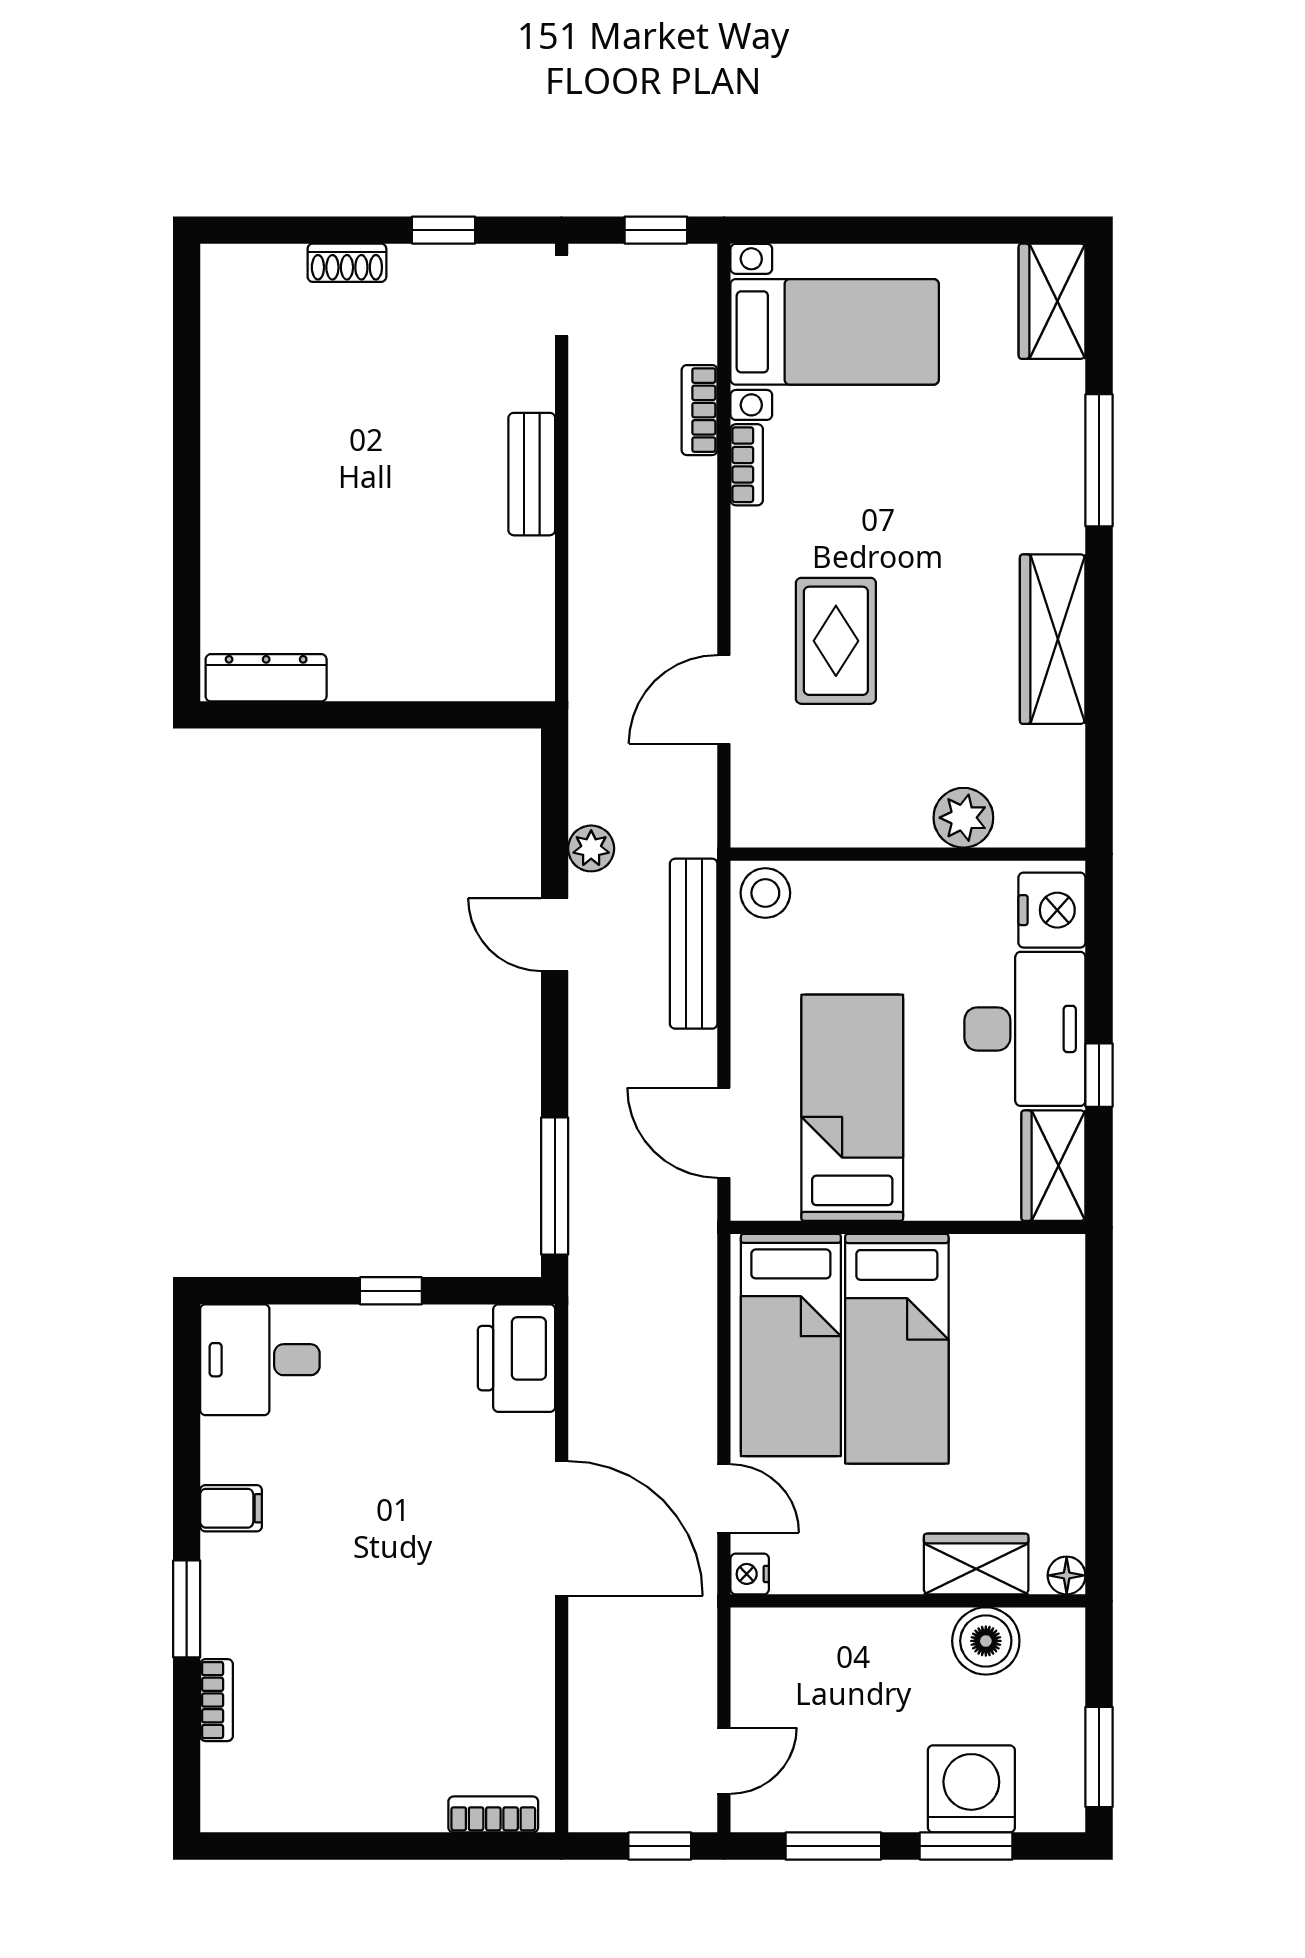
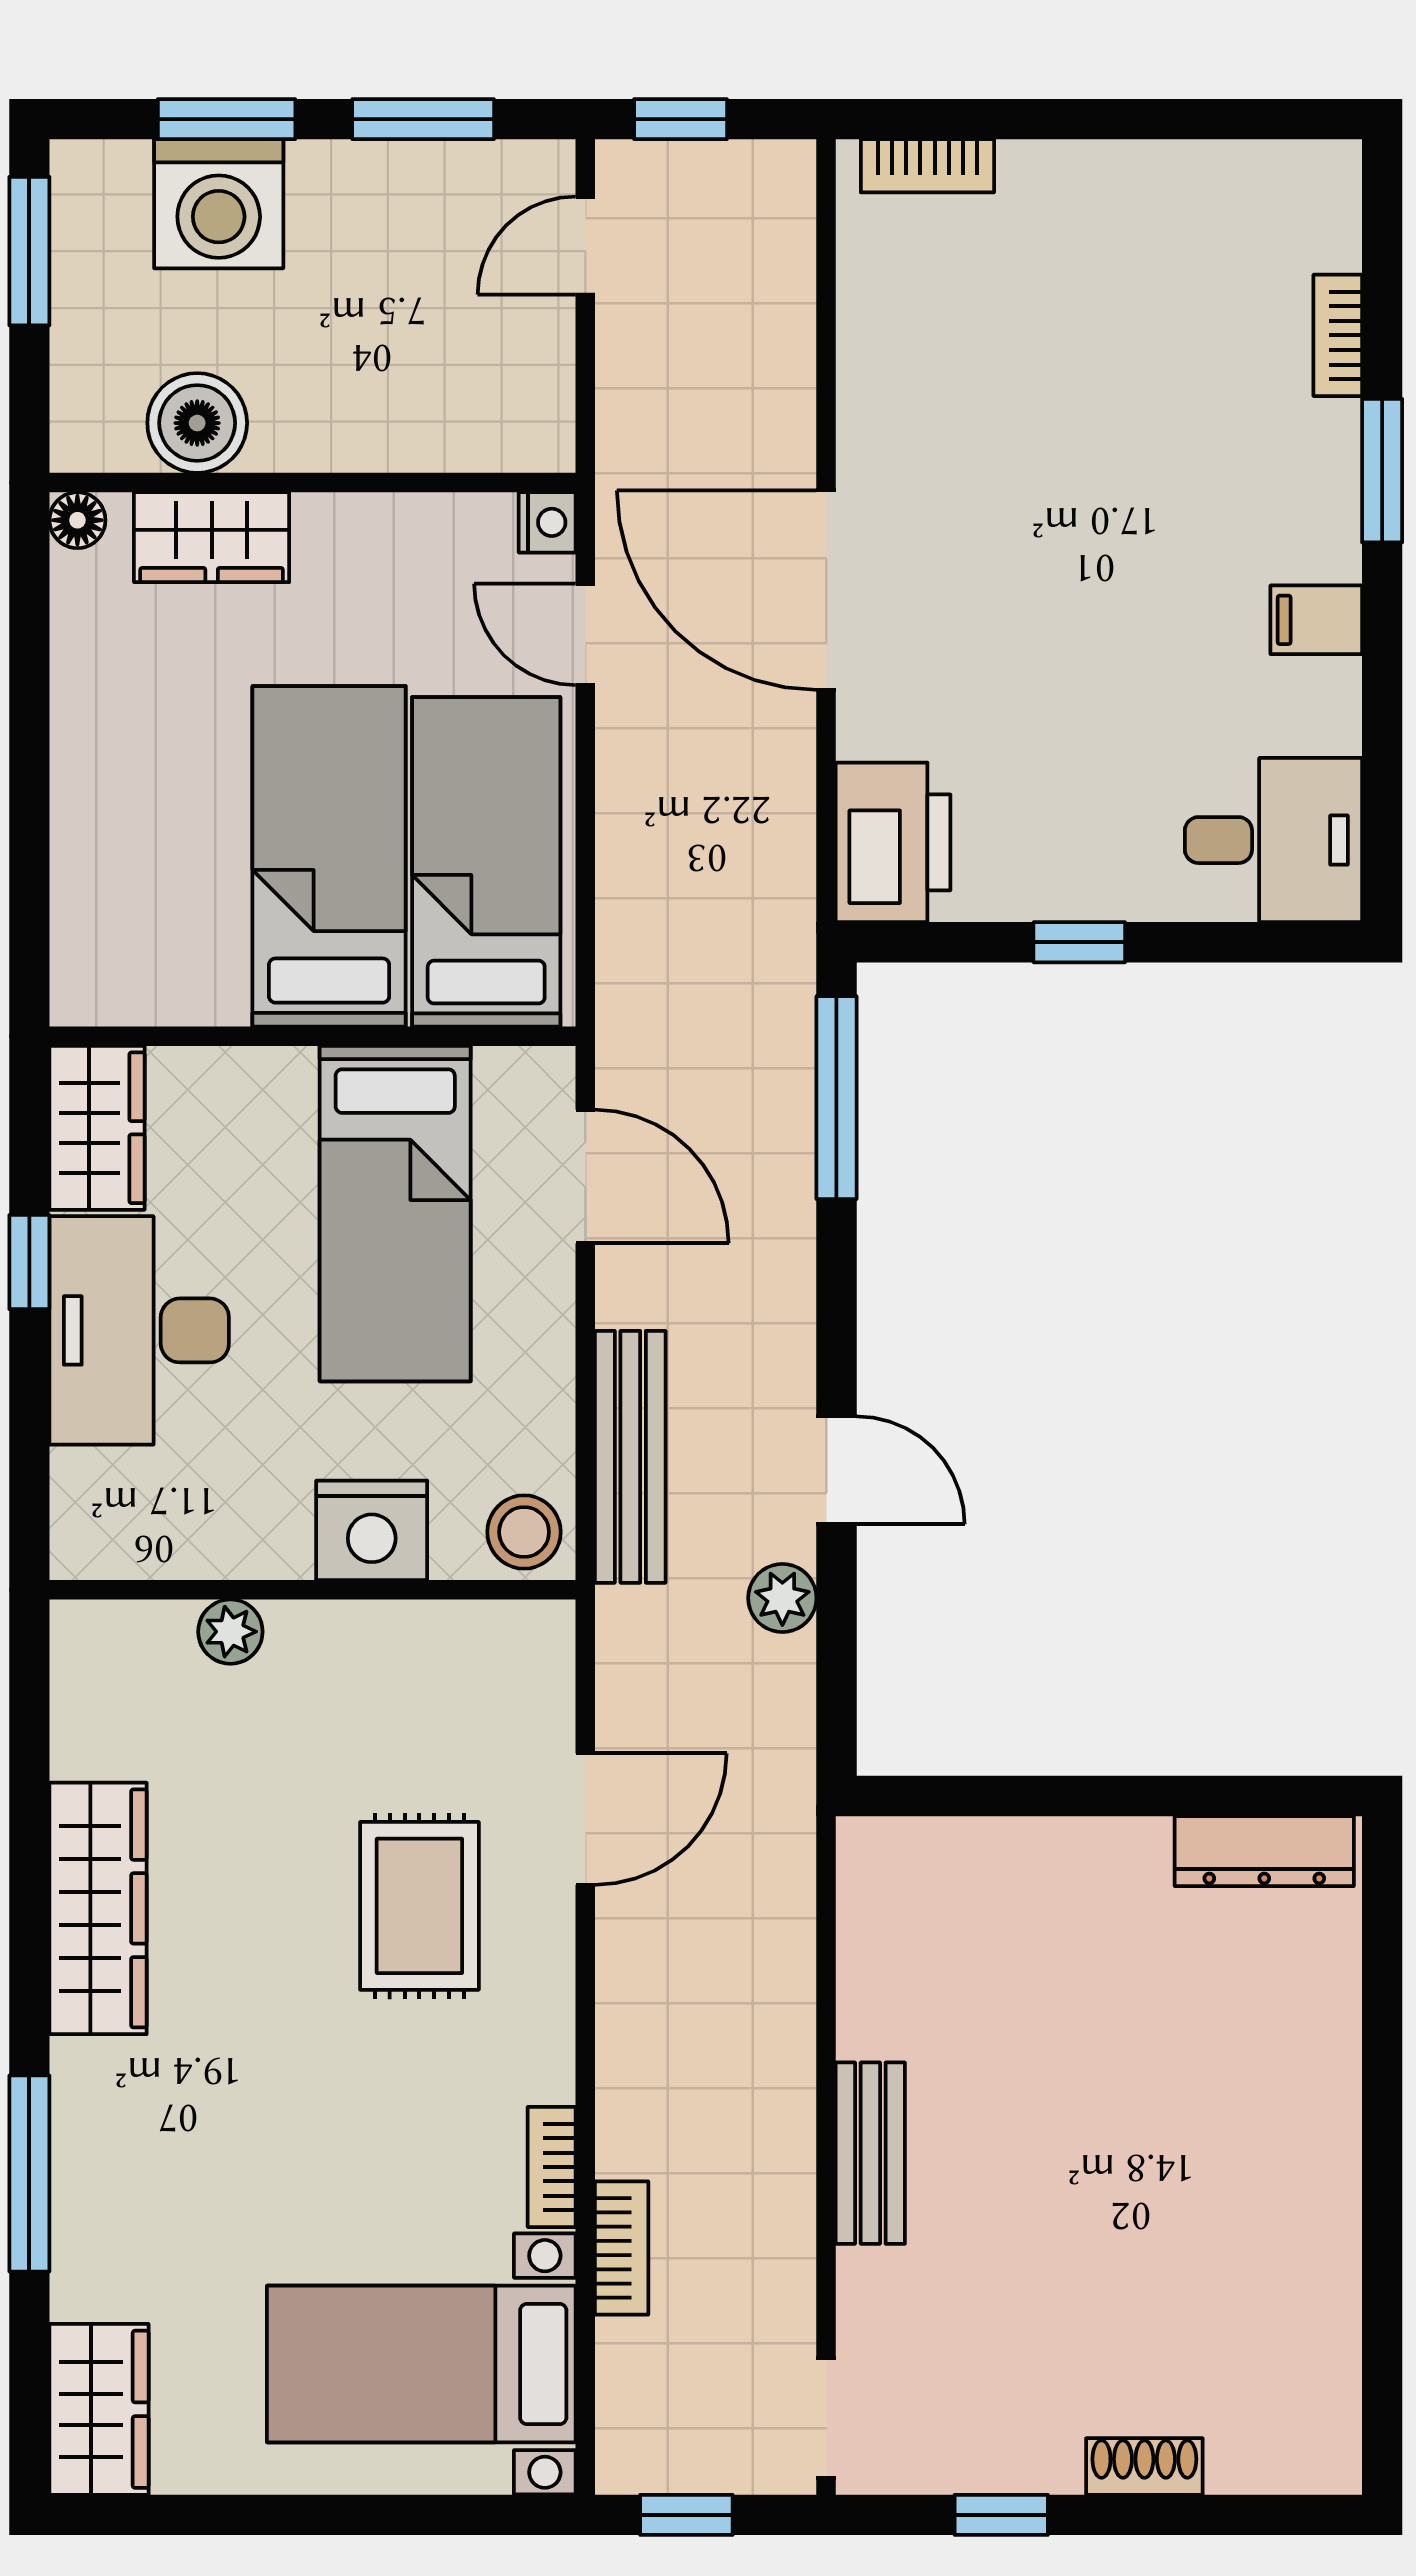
plant: (963, 818) -> (230, 1632), width x0.73, depth x0.73
nightstand: (1052, 910) -> (372, 1530), moved, turned -90

